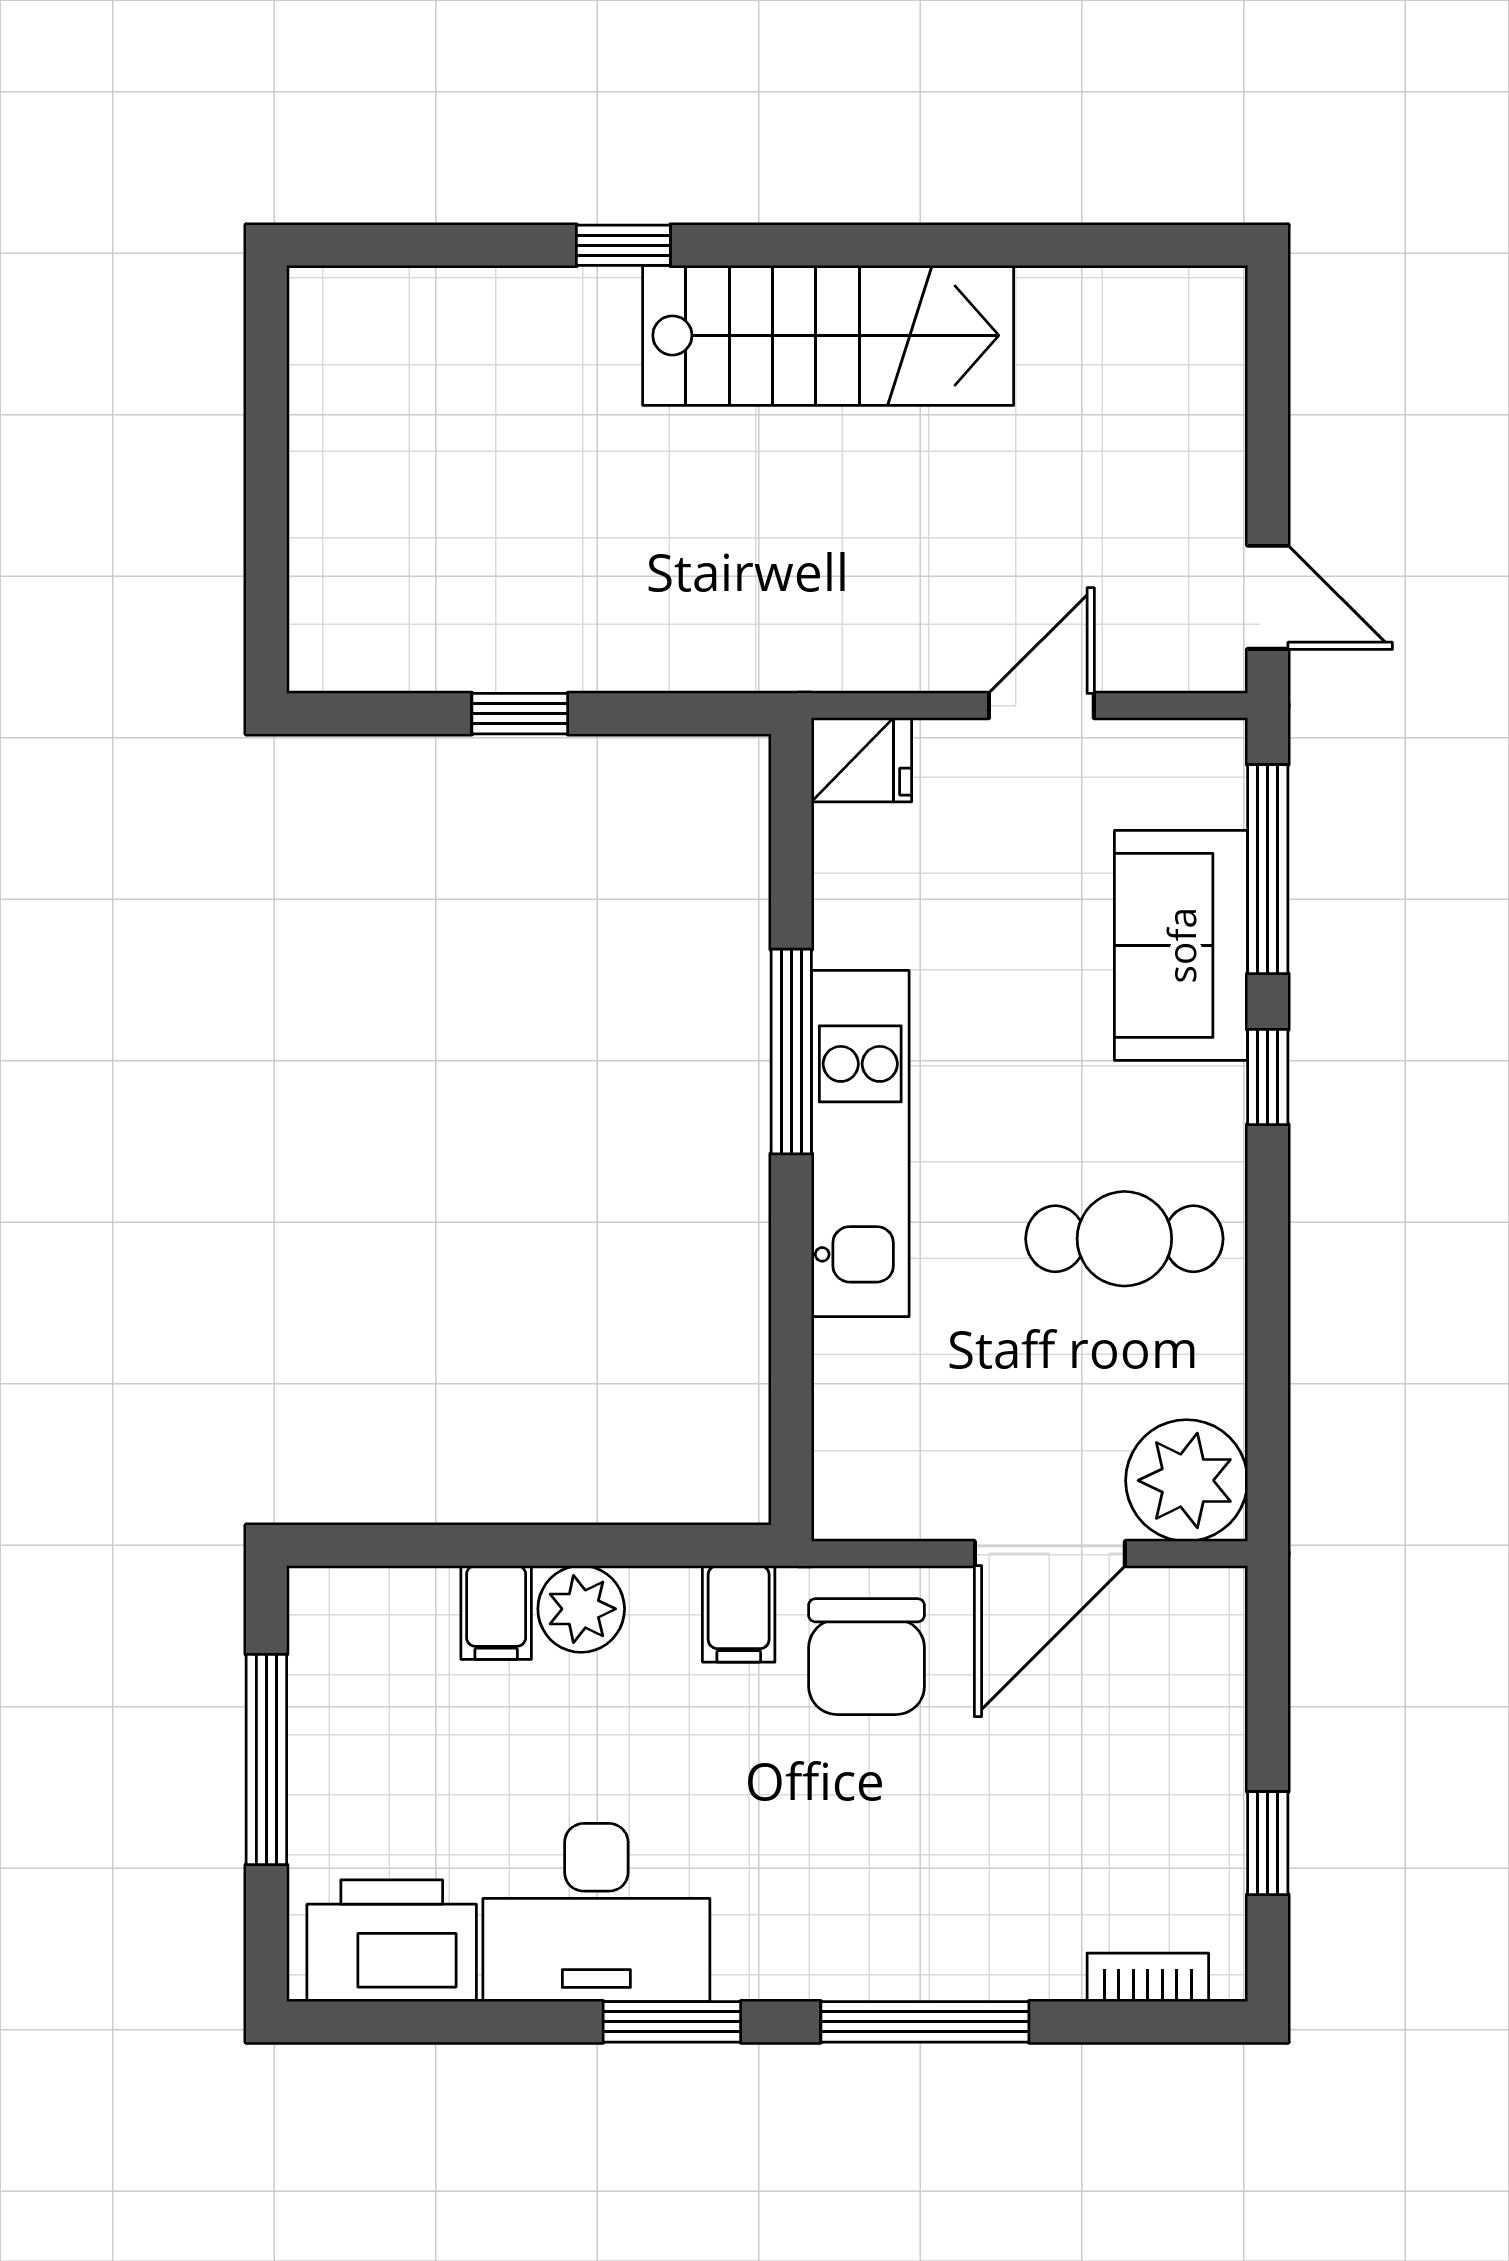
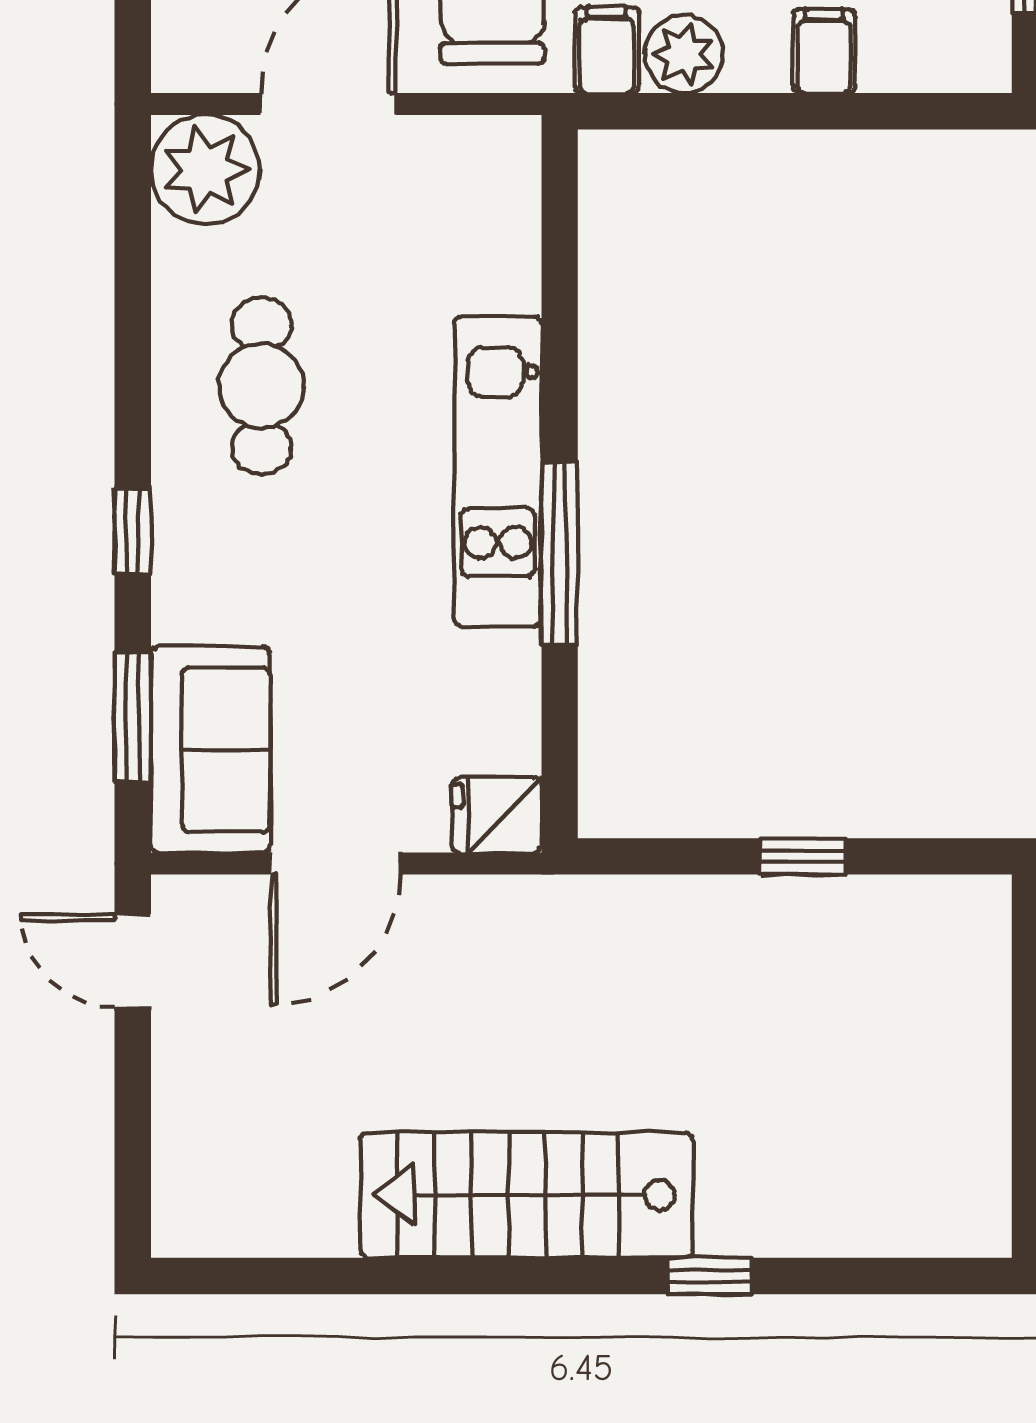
door: (1041, 706) -> (336, 864), width x1.38
window: (1268, 869) -> (133, 717), width x0.69
sofa: (1181, 945) -> (210, 750), moved
cafe table: (1124, 1239) -> (261, 386), turned 90
plant: (581, 1609) -> (684, 54), moved

